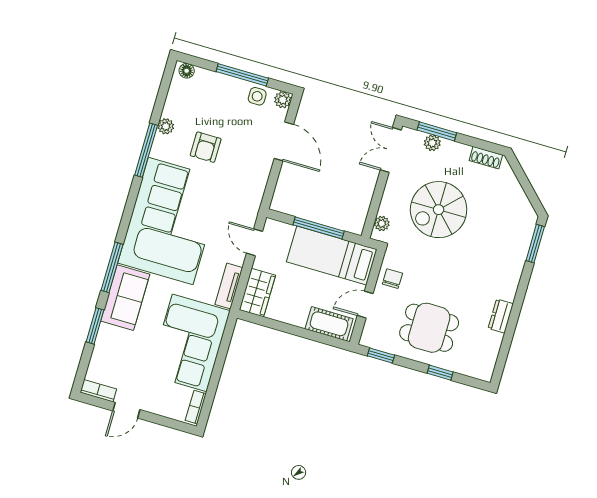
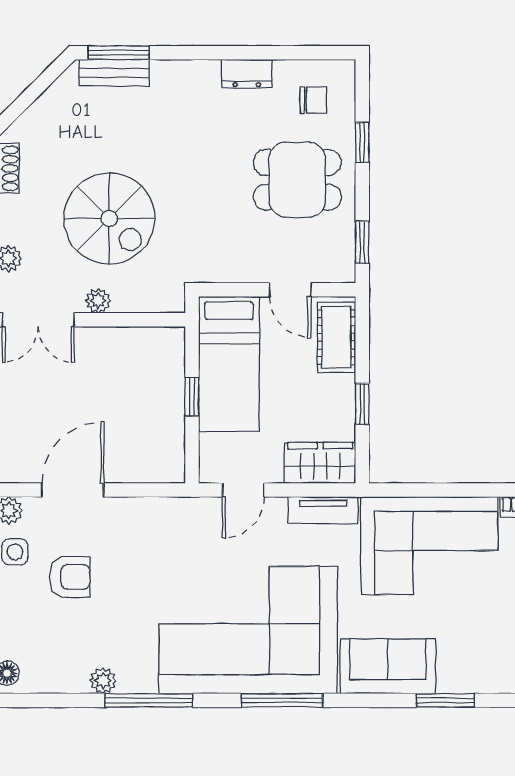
armchair: (206, 147) -> (70, 577), moved
plant: (382, 223) -> (98, 301), moved
window: (319, 228) -> (192, 397), width x0.46
bench: (524, 238) -> (114, 73), added
window: (112, 267) -> (282, 700), moved
chair: (392, 279) -> (313, 100), moved, turned 180
window: (285, 328) -> (362, 404), added
dining table: (429, 328) -> (297, 180), turned 90

